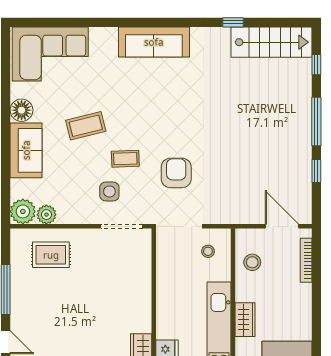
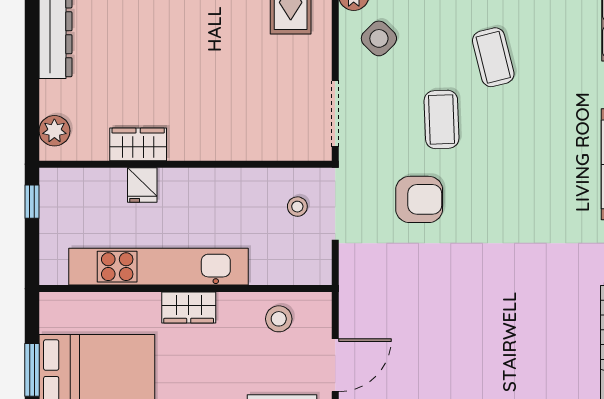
coffee table: (125, 159) -> (442, 119), width x1.36, depth x1.30
side table: (109, 192) -> (379, 38), moved, turned 45
stool: (208, 251) -> (297, 207), moved

